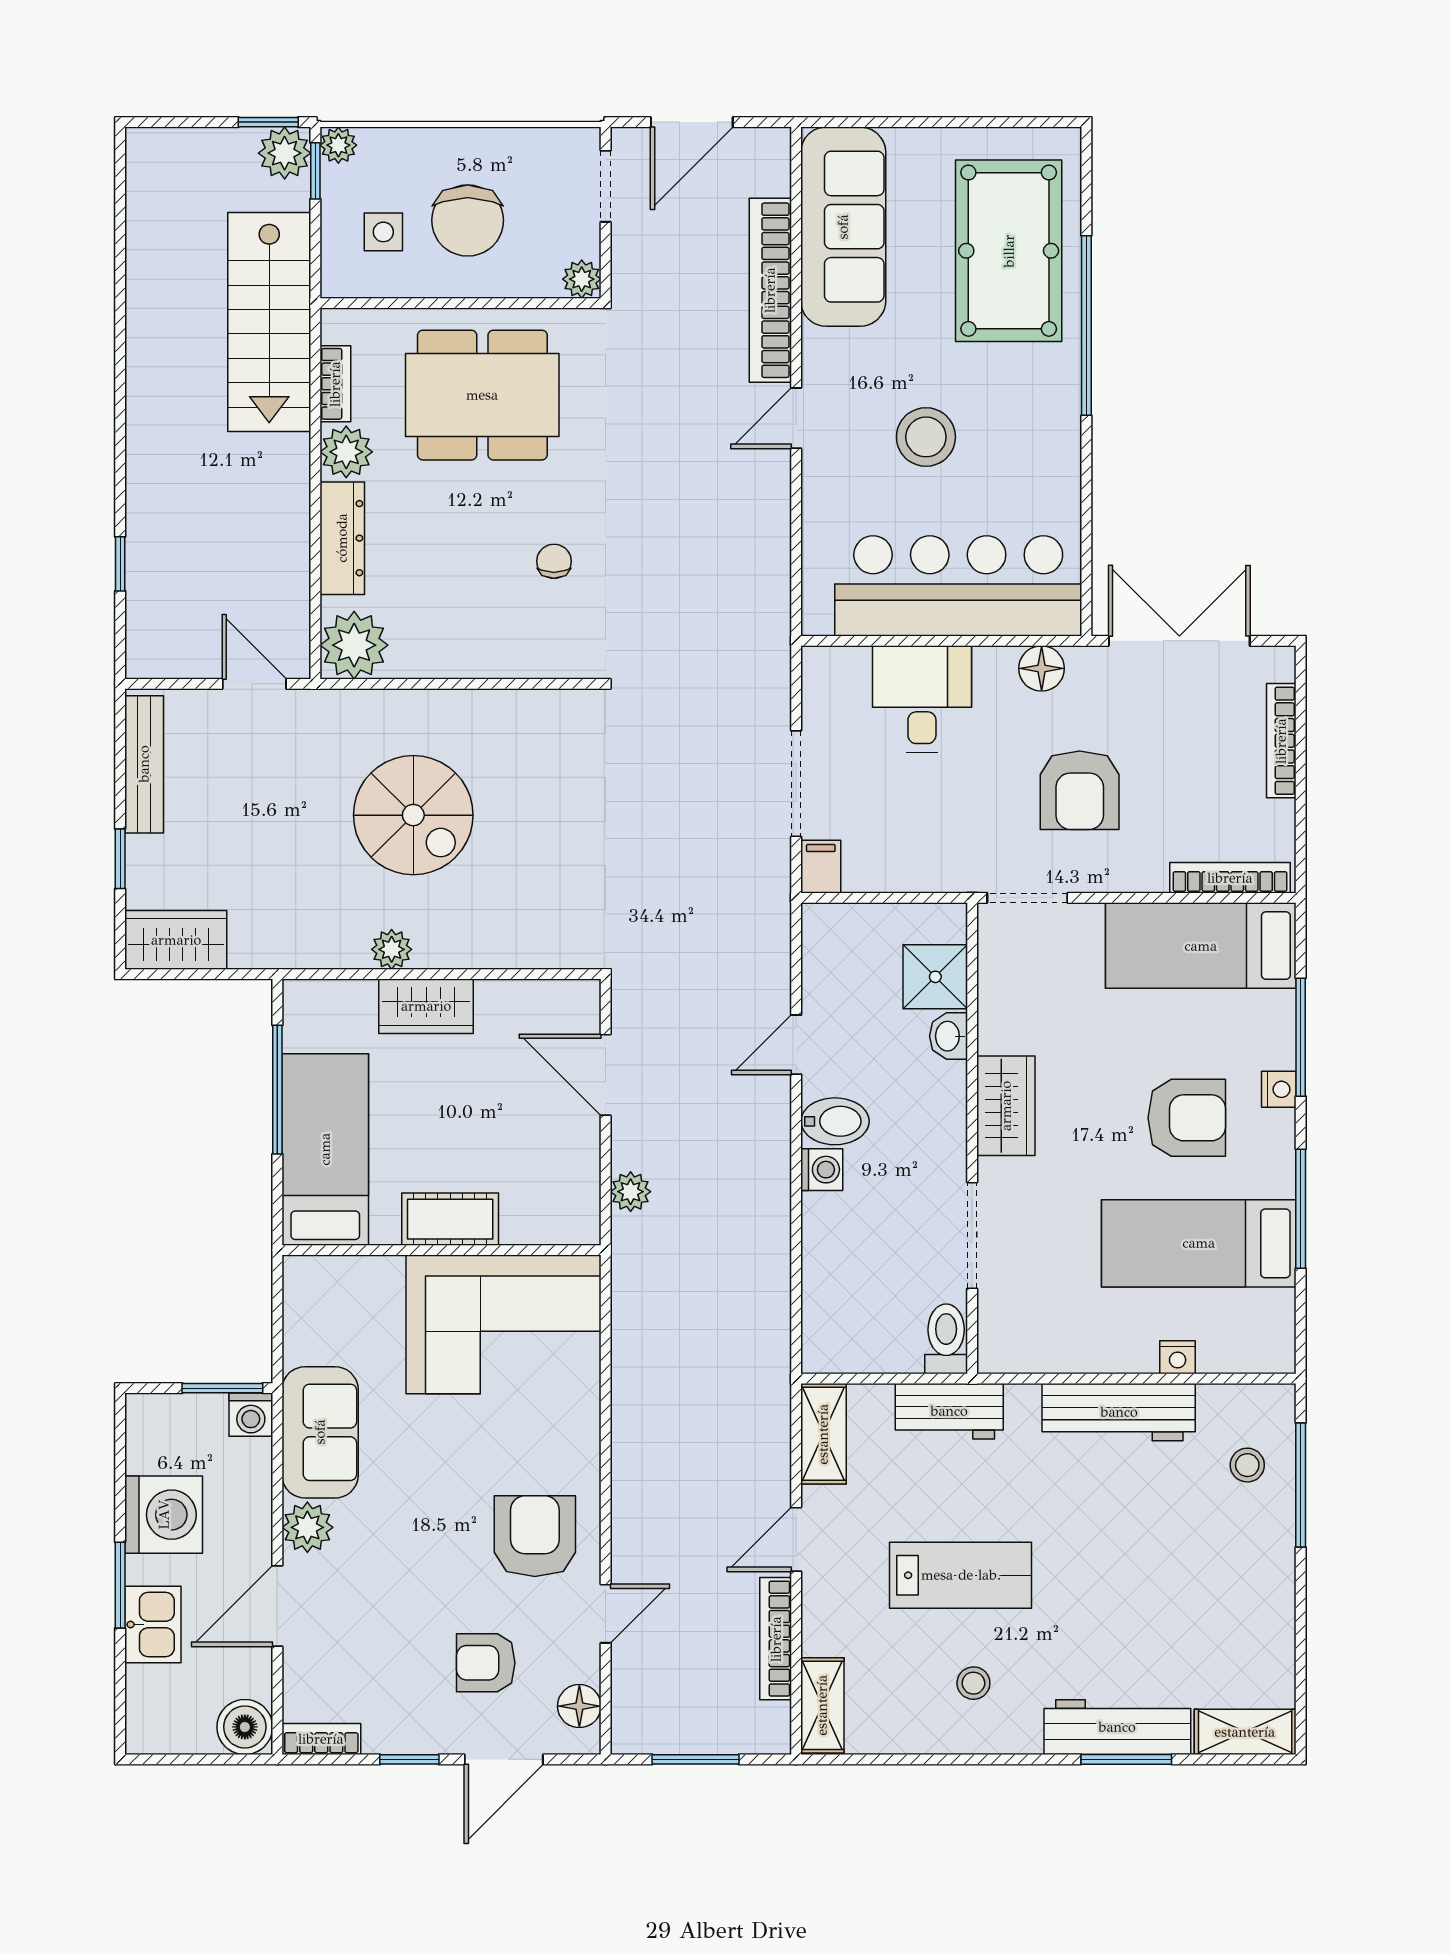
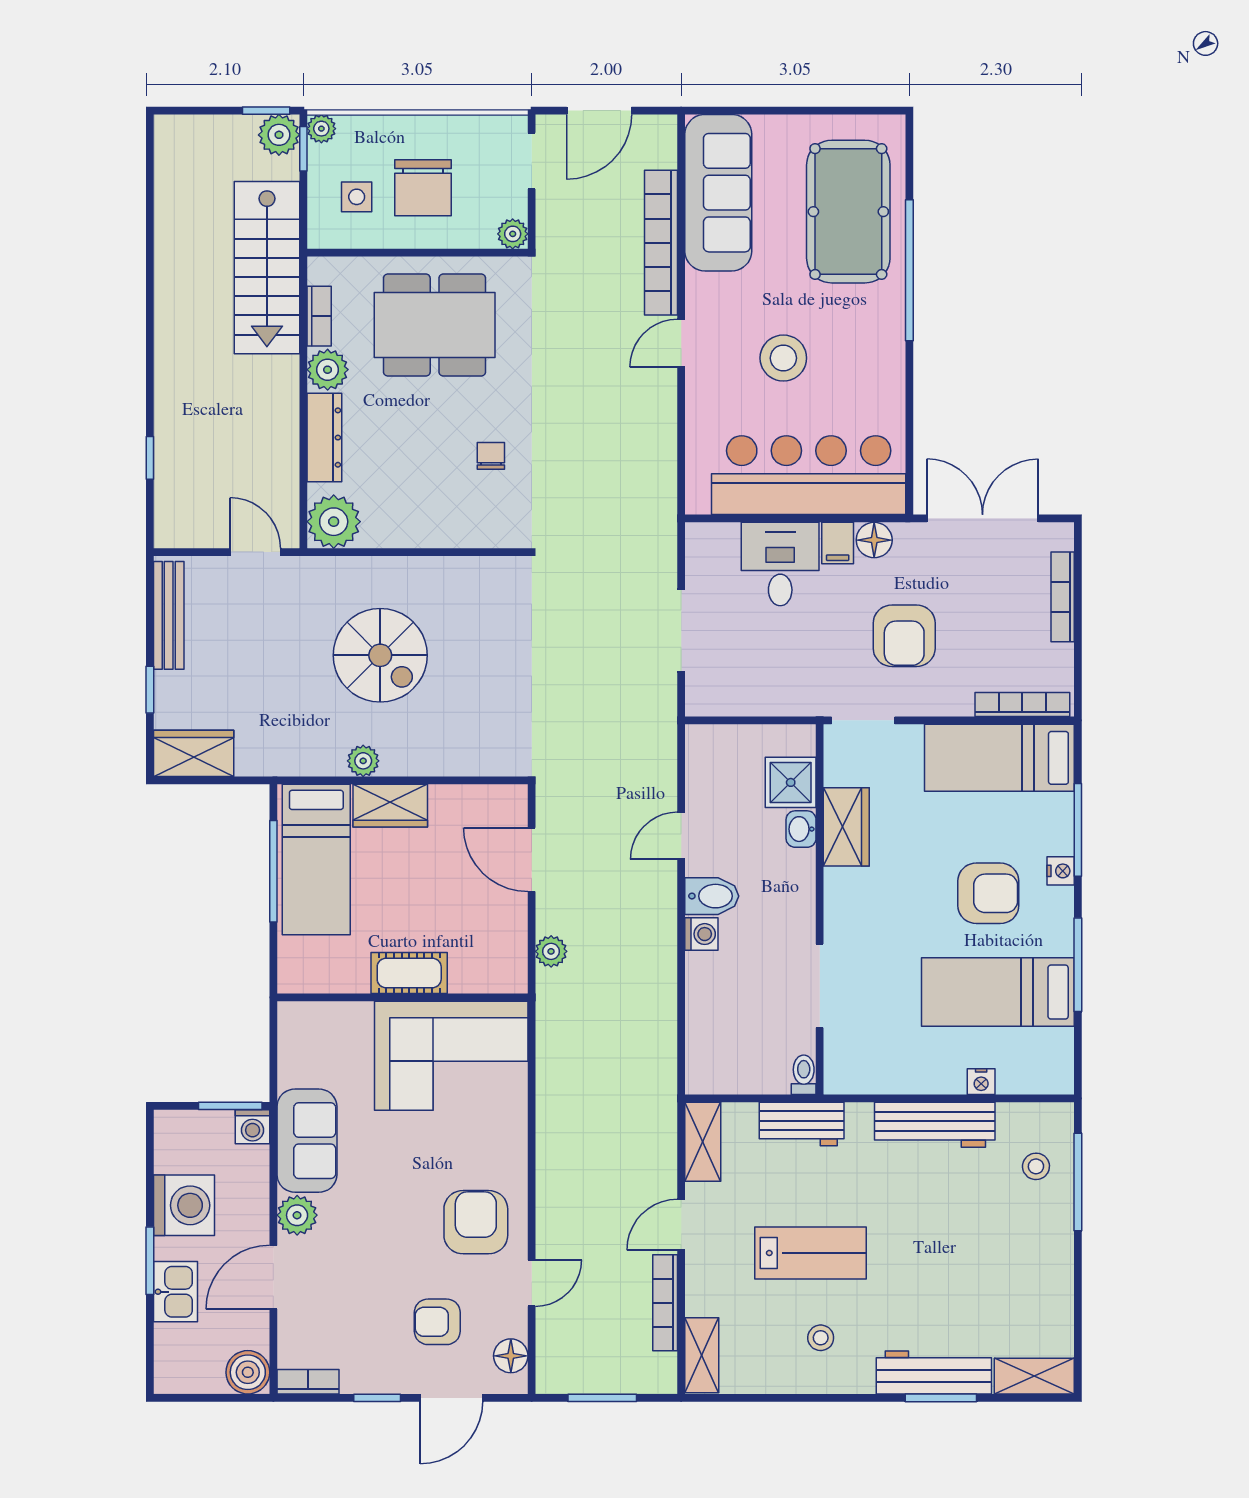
filing cabinet: (821, 867) -> (838, 543), moved, turned 180
wardrobe: (1006, 1106) -> (846, 827), moved
bed: (325, 1149) -> (316, 860), moved, turned 180
toilet: (946, 1339) -> (804, 1075), width x0.73, depth x0.72

